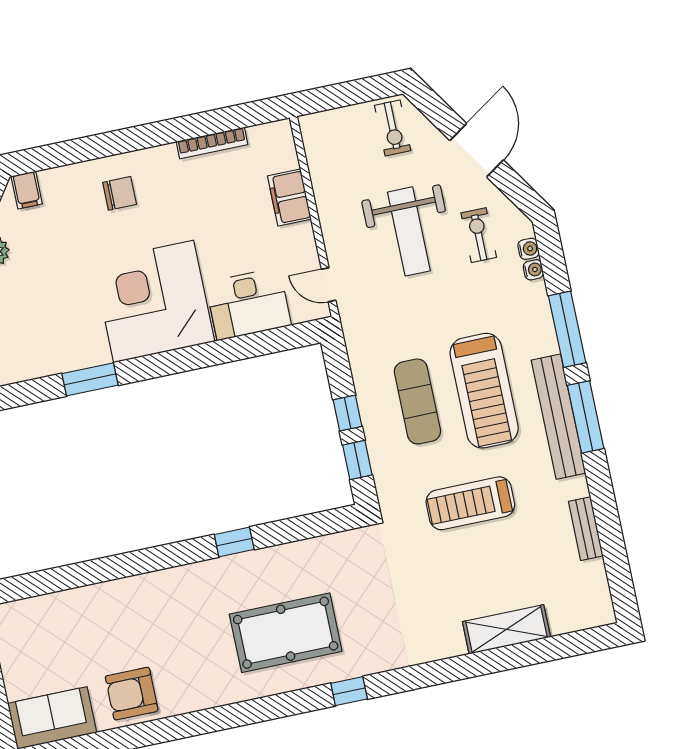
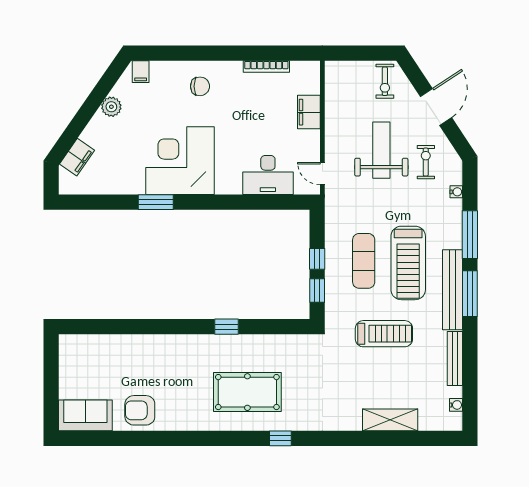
weight bench: (409, 231) -> (381, 150), turned 180
water cooler: (528, 249) -> (456, 405), moved
corner desk: (154, 301) -> (180, 161), moved
treadmill: (470, 503) -> (384, 334), turned 180
bench: (586, 529) -> (455, 358), width x1.36

